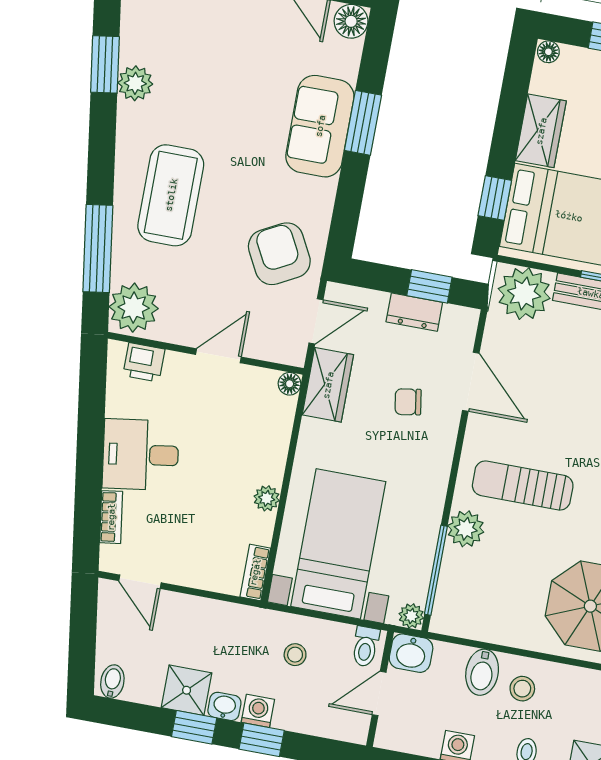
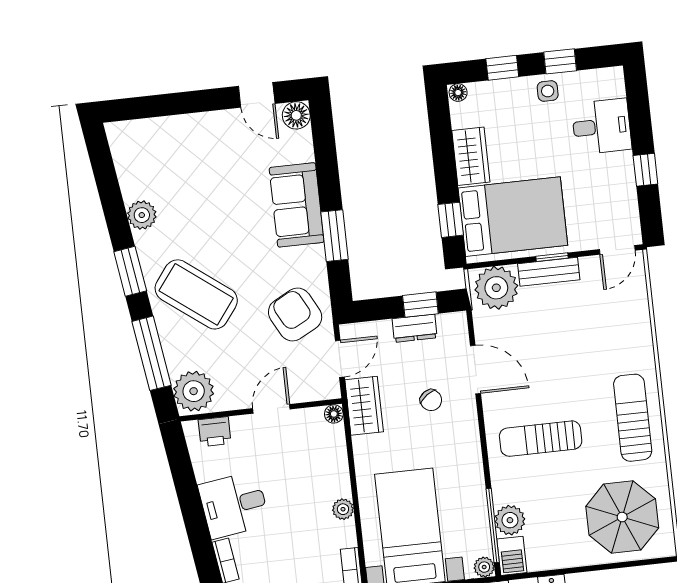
window: (105, 64) -> (130, 271), moved
window: (363, 123) -> (334, 236), moved
coffee table: (171, 195) -> (196, 294), turned -53
chair: (408, 402) -> (431, 400), turned -116
plant: (466, 529) -> (510, 520), moved
barbecue: (448, 613) -> (512, 556), added

